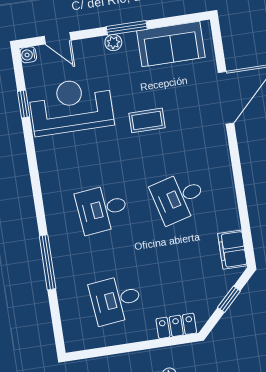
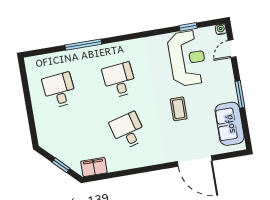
plant: (113, 43) -> (230, 86), removed
locker: (176, 326) -> (43, 131), removed

